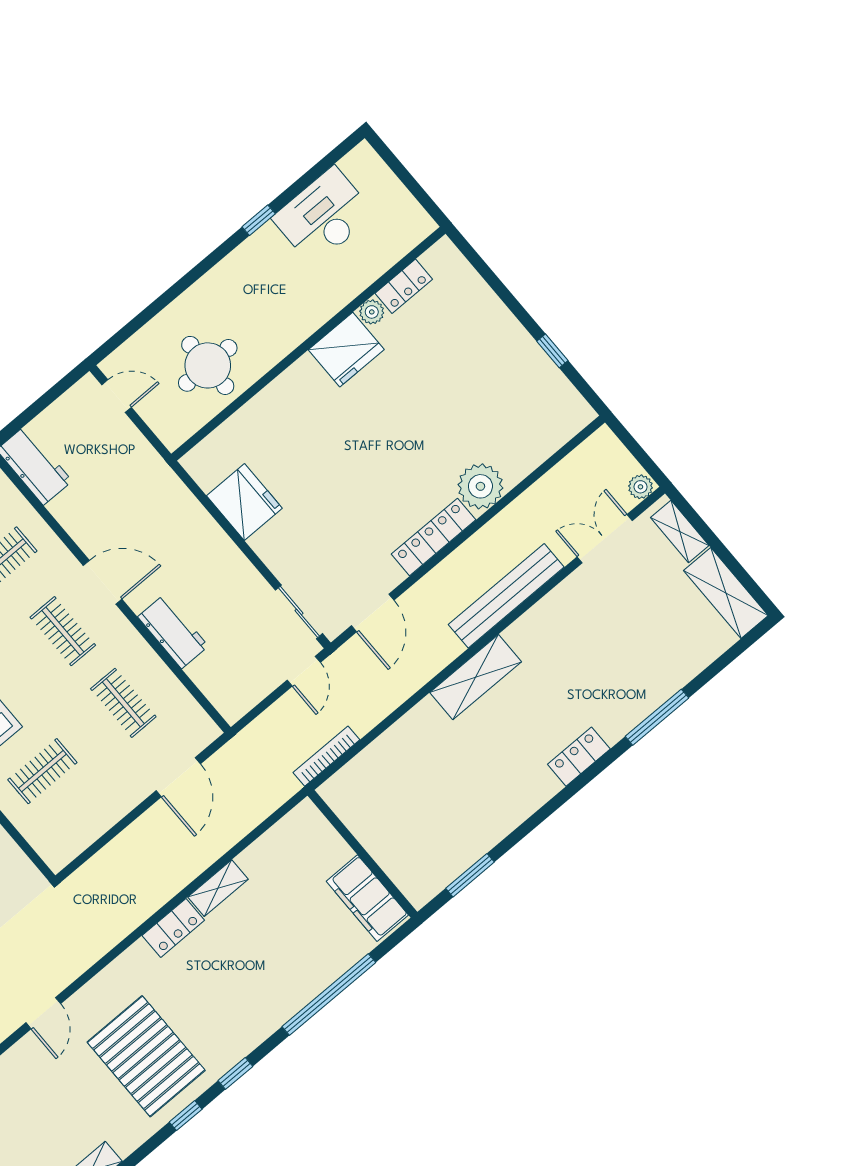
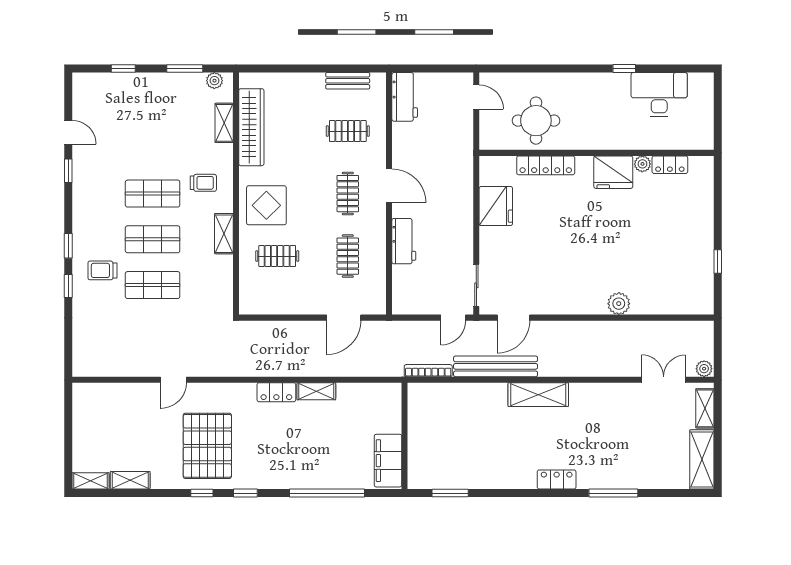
plant: (480, 486) -> (619, 304), width x0.73, depth x0.73
locker: (434, 537) -> (546, 165), moved, turned 180
bench: (506, 596) -> (496, 366), moved

